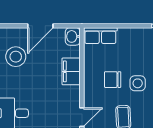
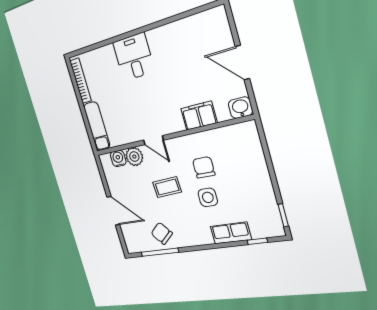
row of seats: (100, 36) -> (251, 142), removed
stool: (16, 57) -> (197, 42), removed

